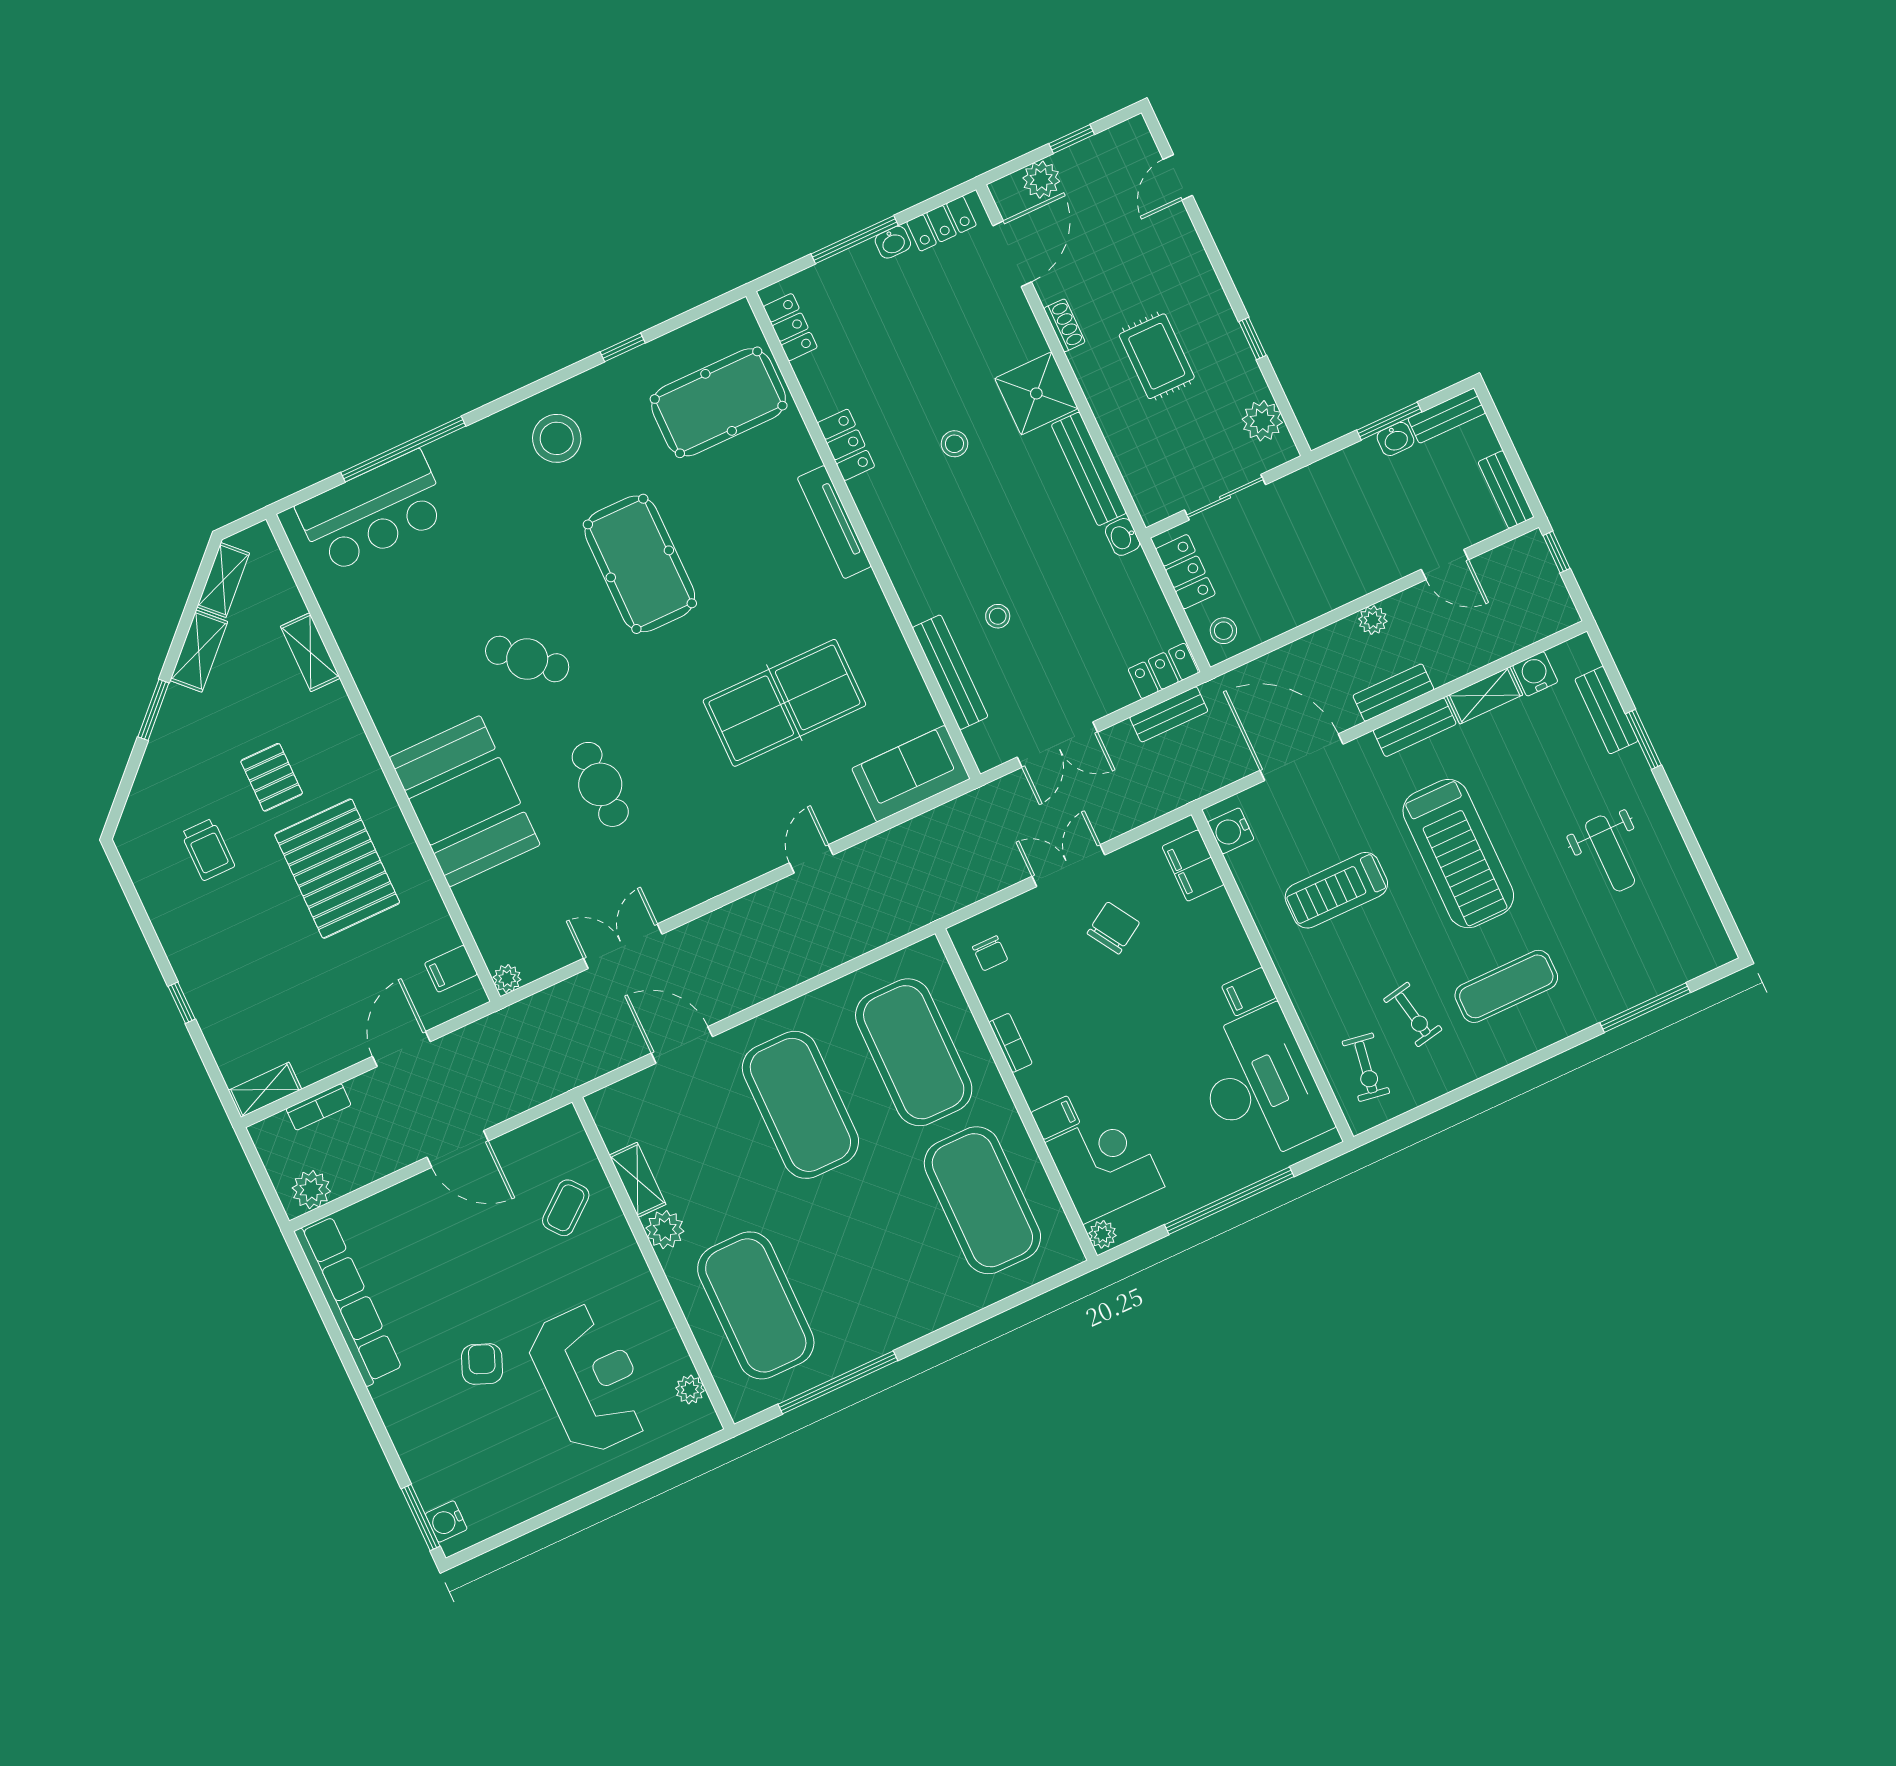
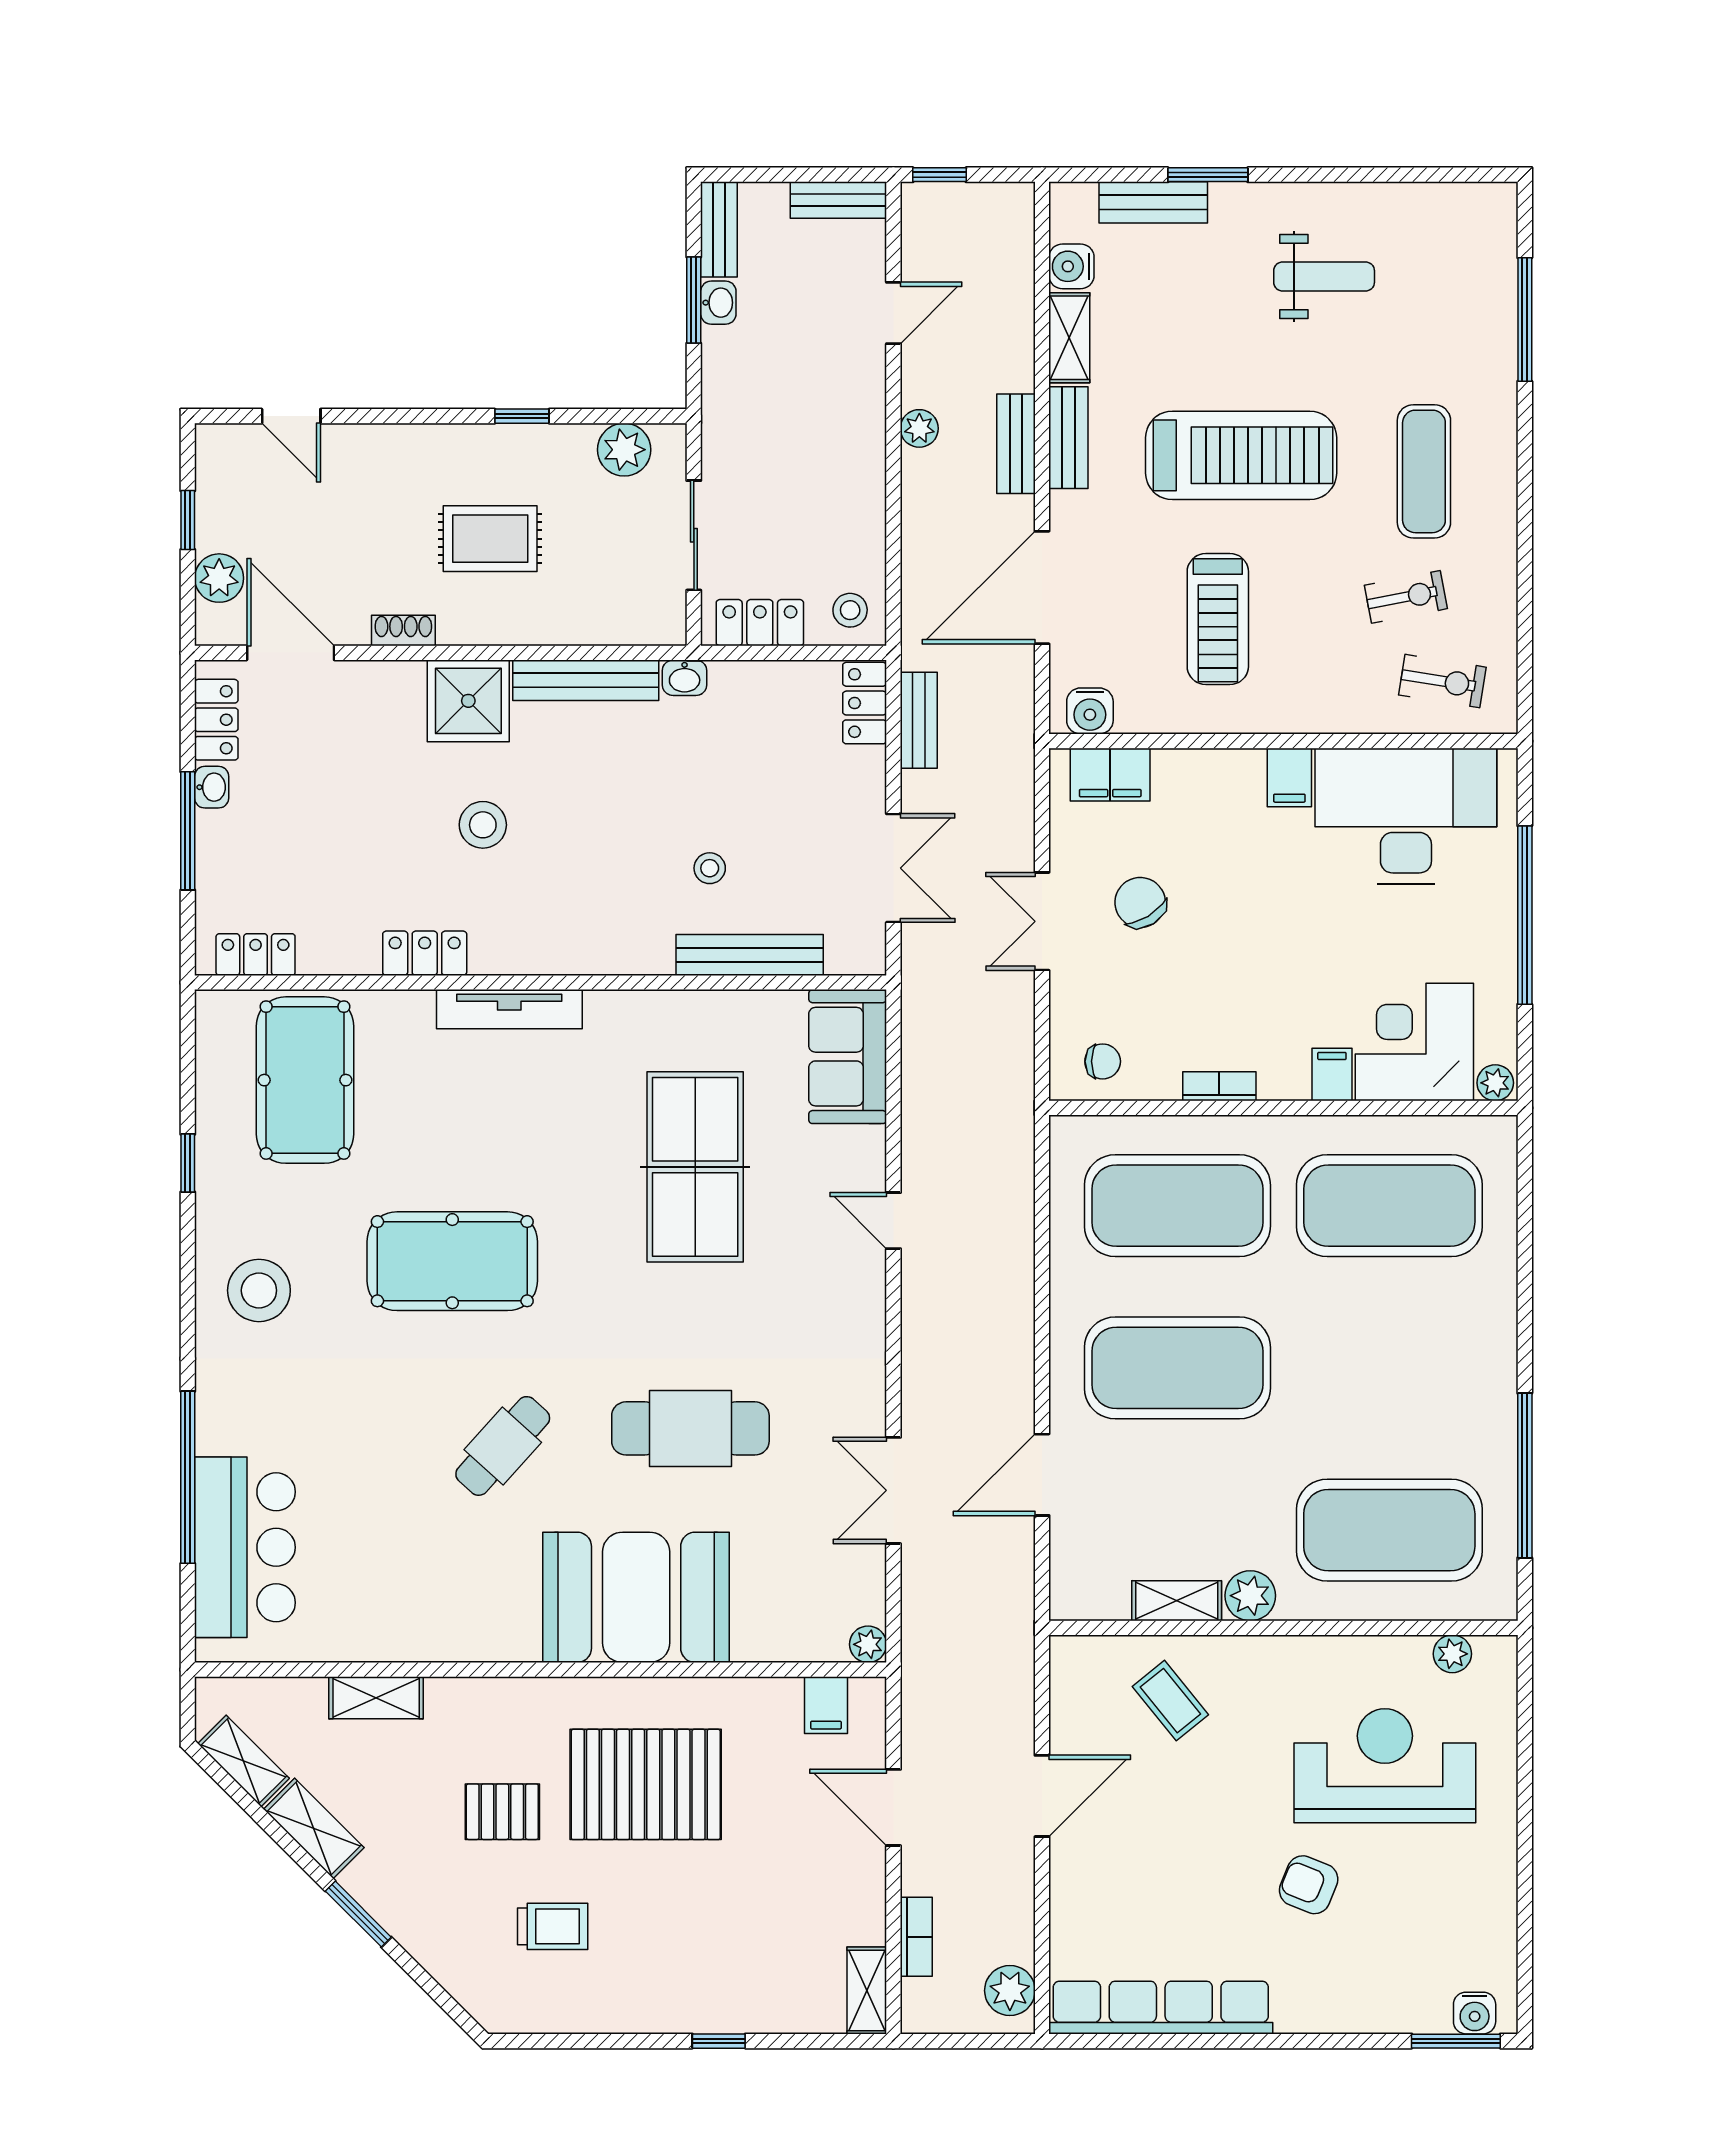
stool: (954, 444) -> (483, 825), width x1.37, depth x1.37
cafe table: (600, 784) -> (690, 1428), width x1.37, depth x1.35

